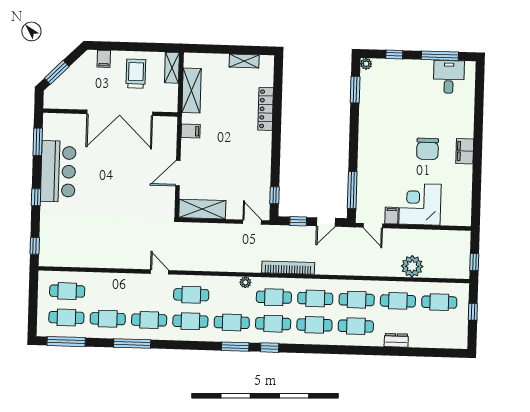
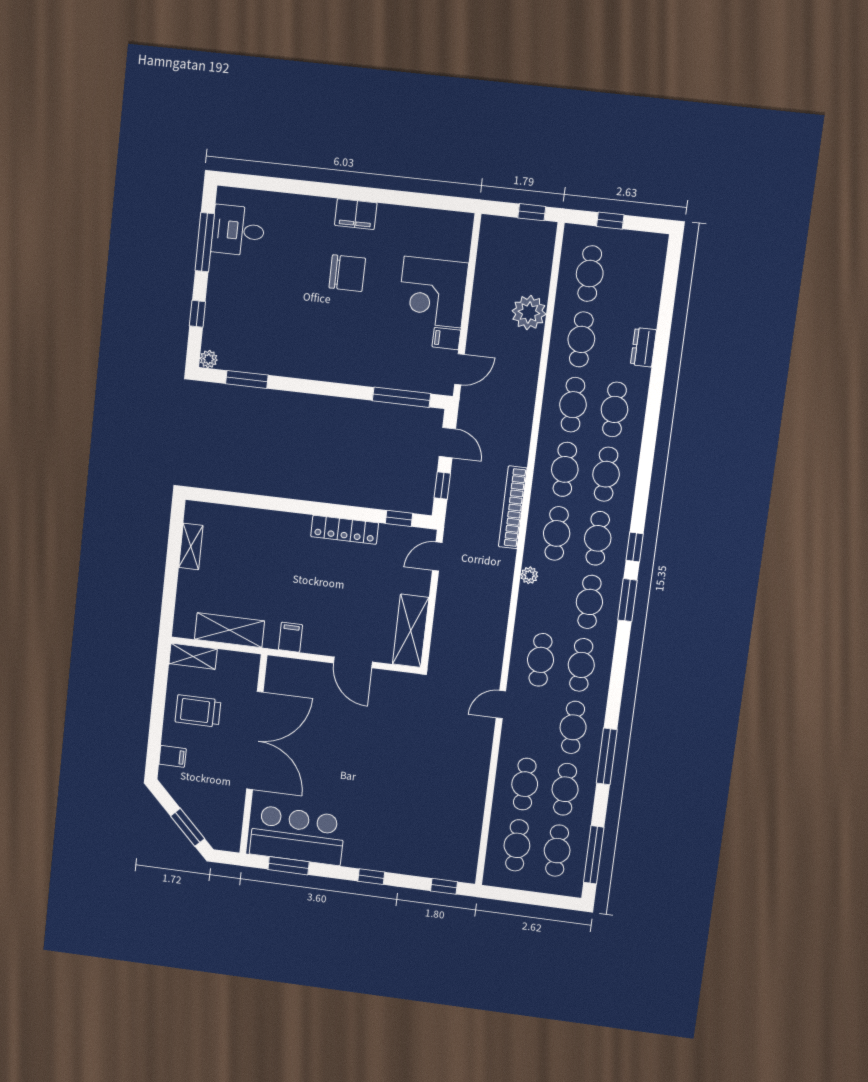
locker: (266, 109) -> (345, 530), moved
bar counter: (58, 171) -> (297, 835), moved
cafe table: (109, 292) -> (525, 784), added

